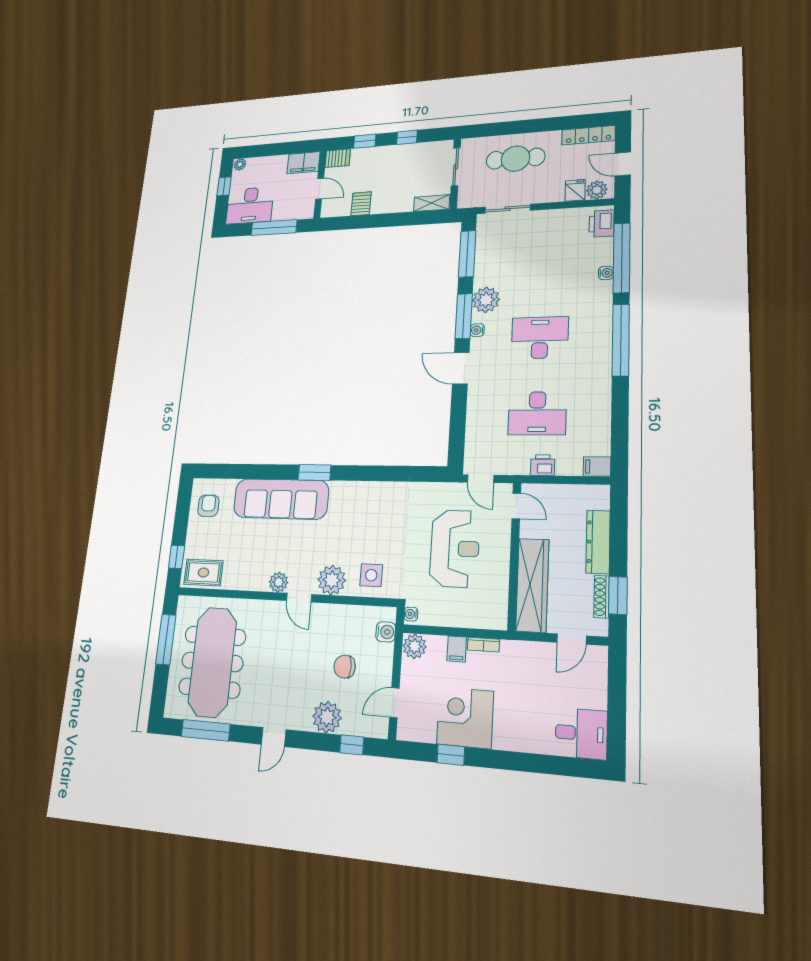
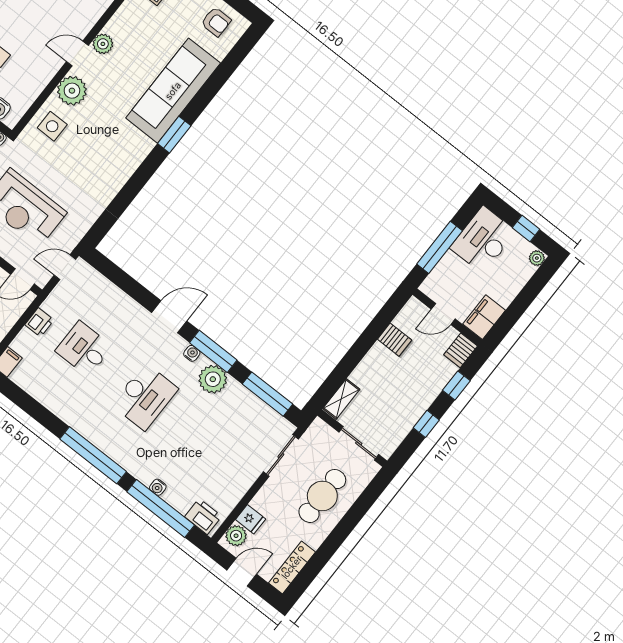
desk: (537, 413) -> (84, 349), width x0.73

